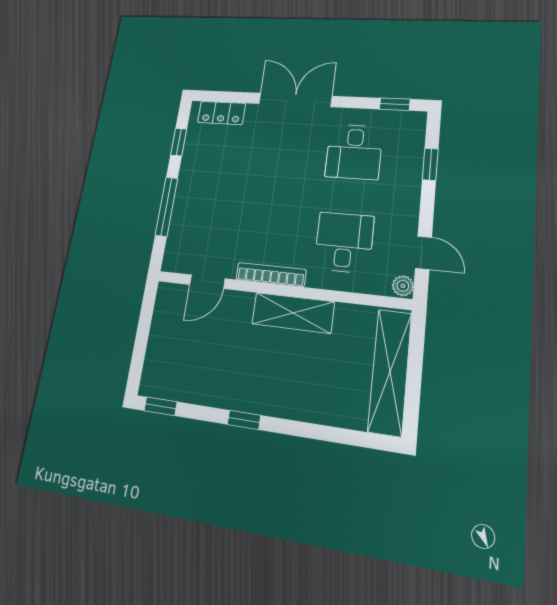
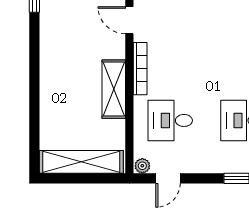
desk: (344, 242) -> (170, 120), turned 180
window: (244, 420) -> (34, 64), removed

